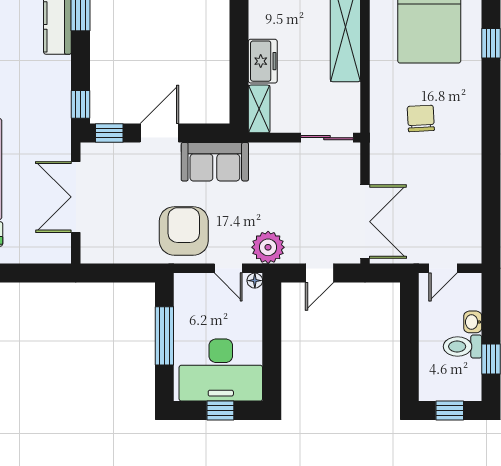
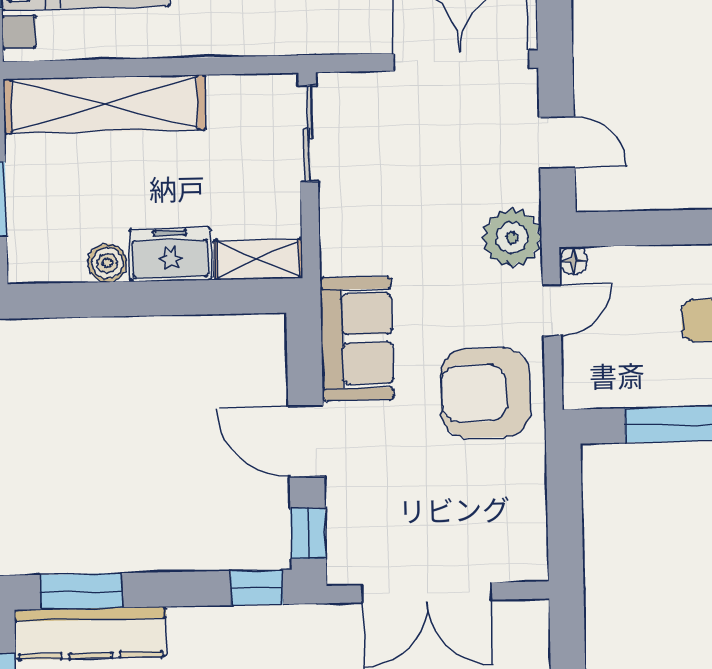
boiler: (259, 27) -> (107, 263), added

